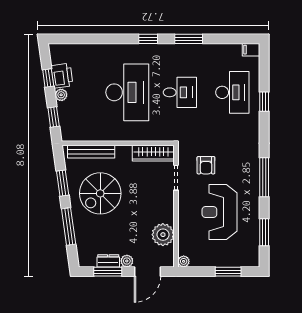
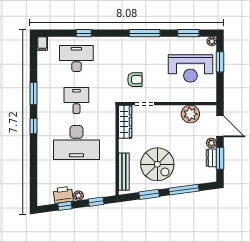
desk: (127, 92) -> (76, 143), turned 180
reception desk: (219, 212) -> (190, 68), moved
plant: (184, 261) -> (212, 41), moved

